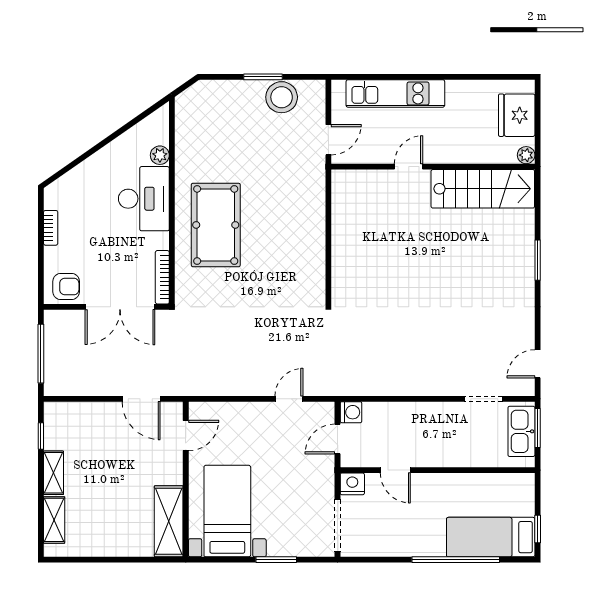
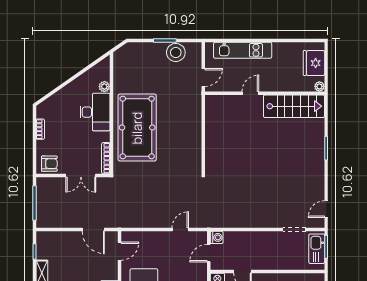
pool table: (216, 225) -> (137, 128), width x1.36, depth x1.32
double door: (120, 307) -> (81, 176), width x0.73

